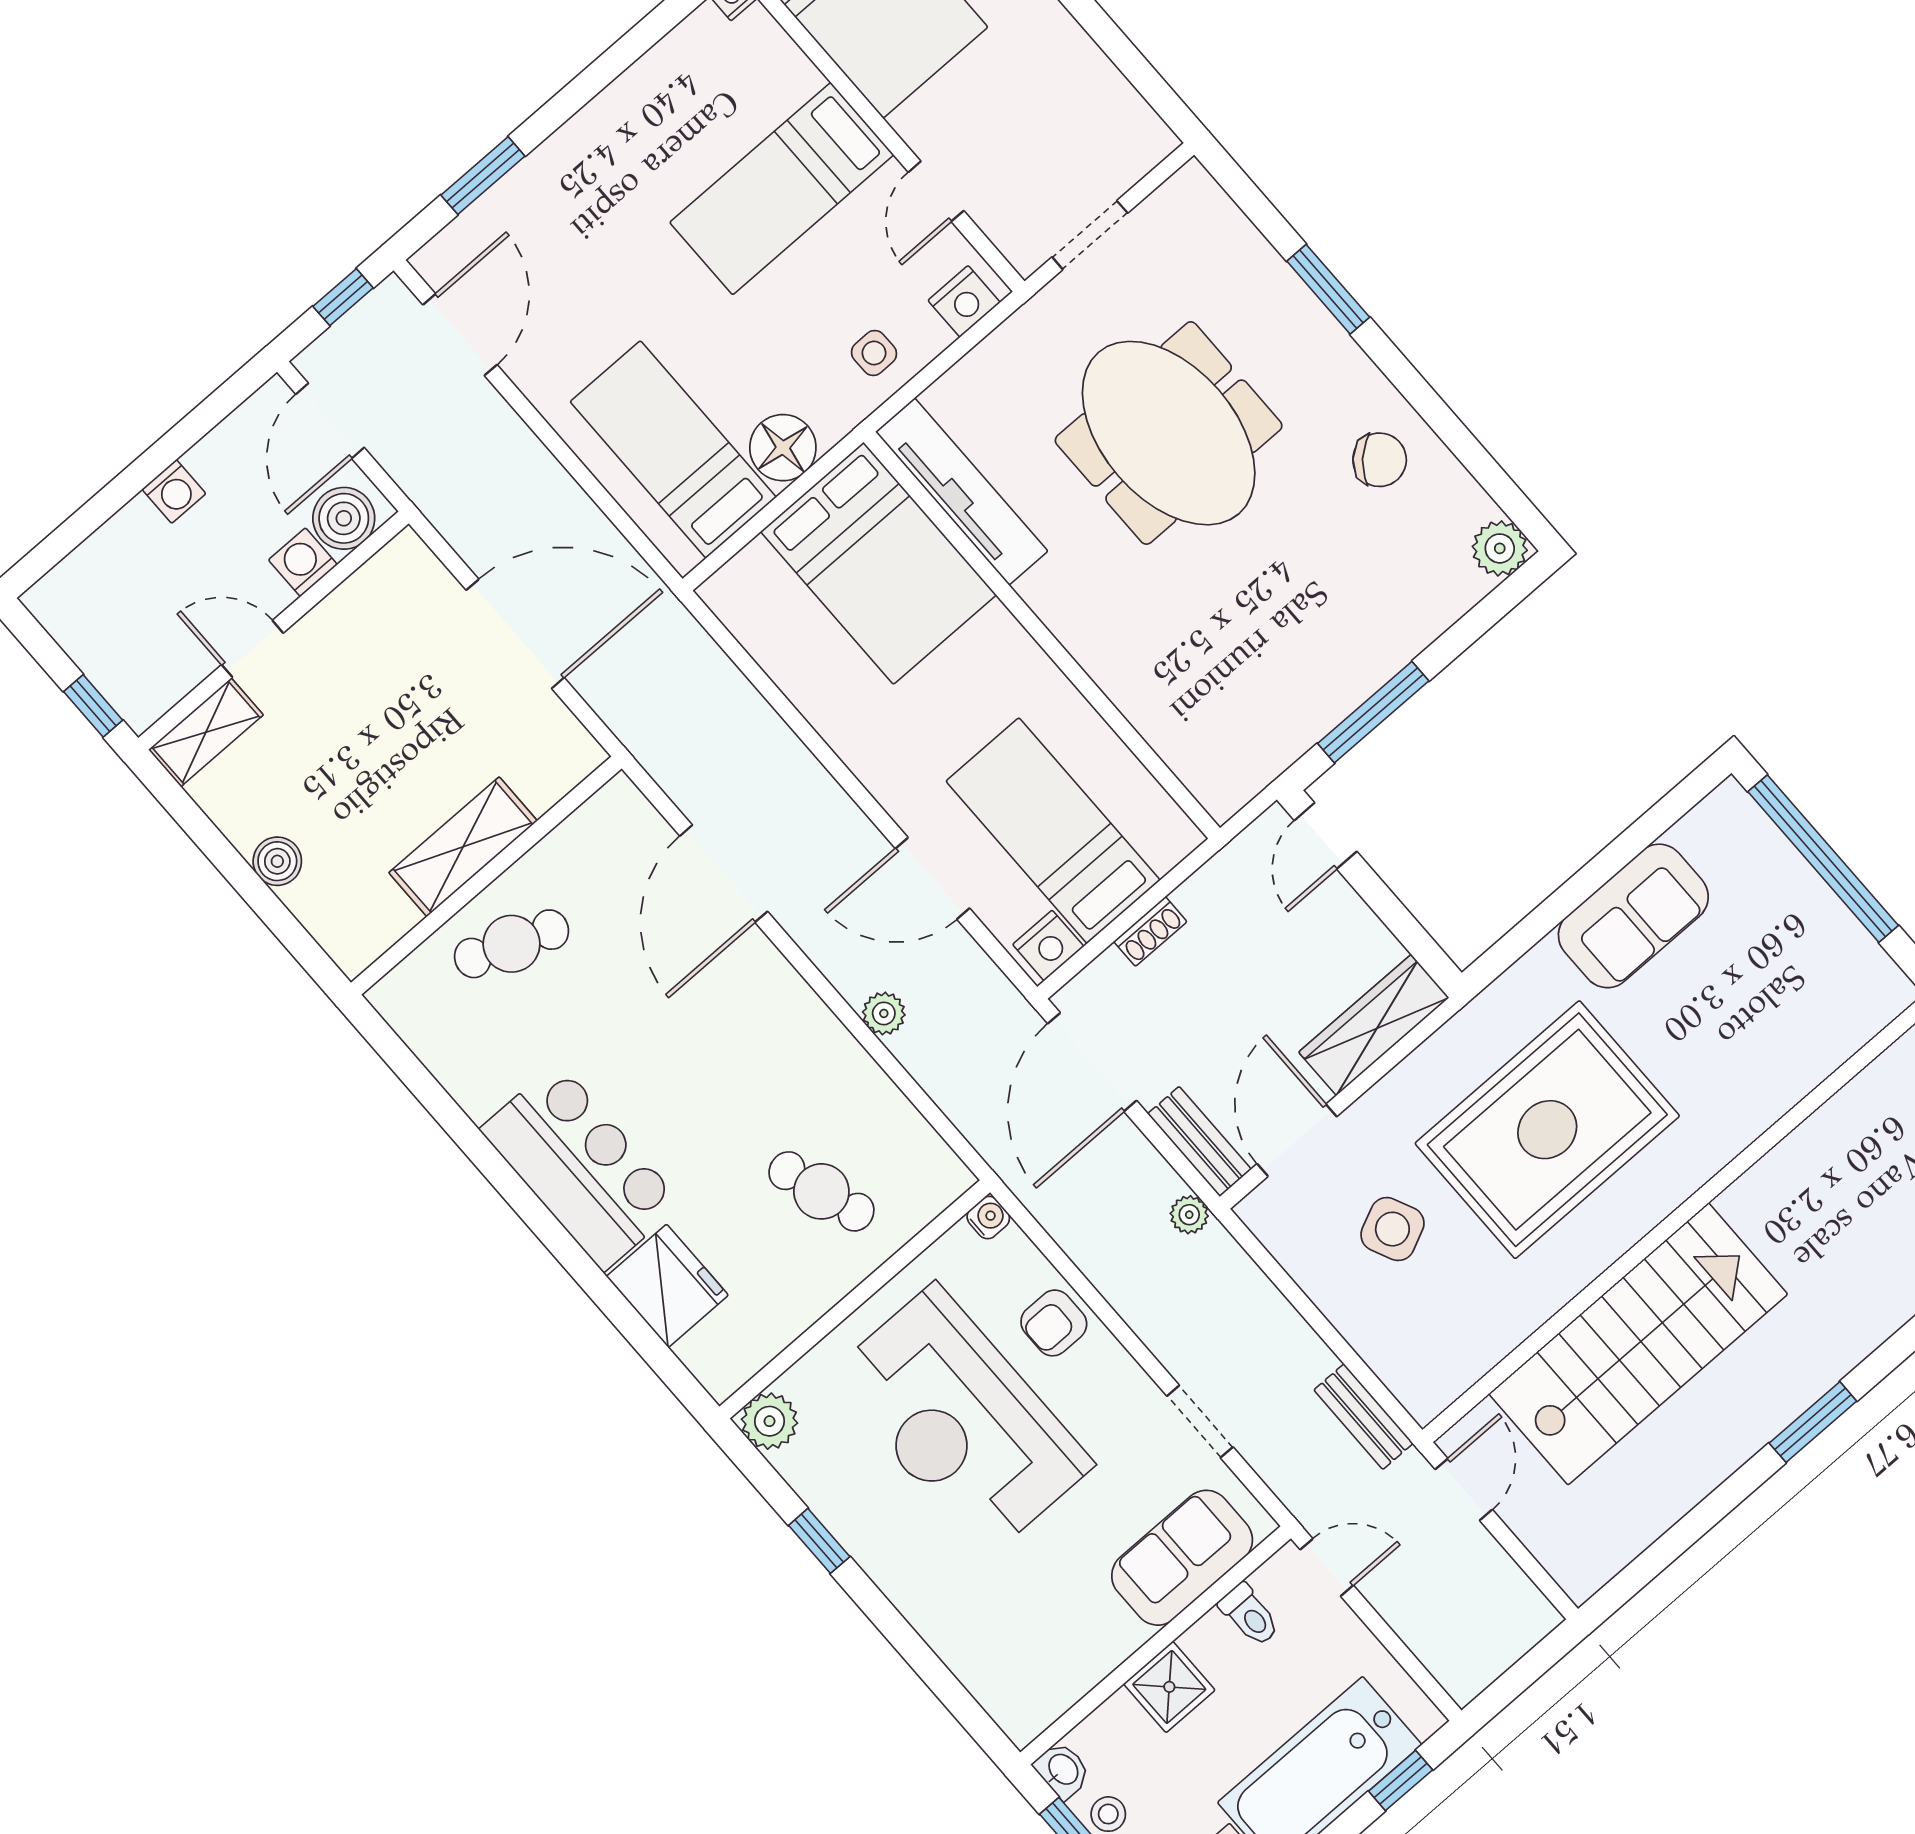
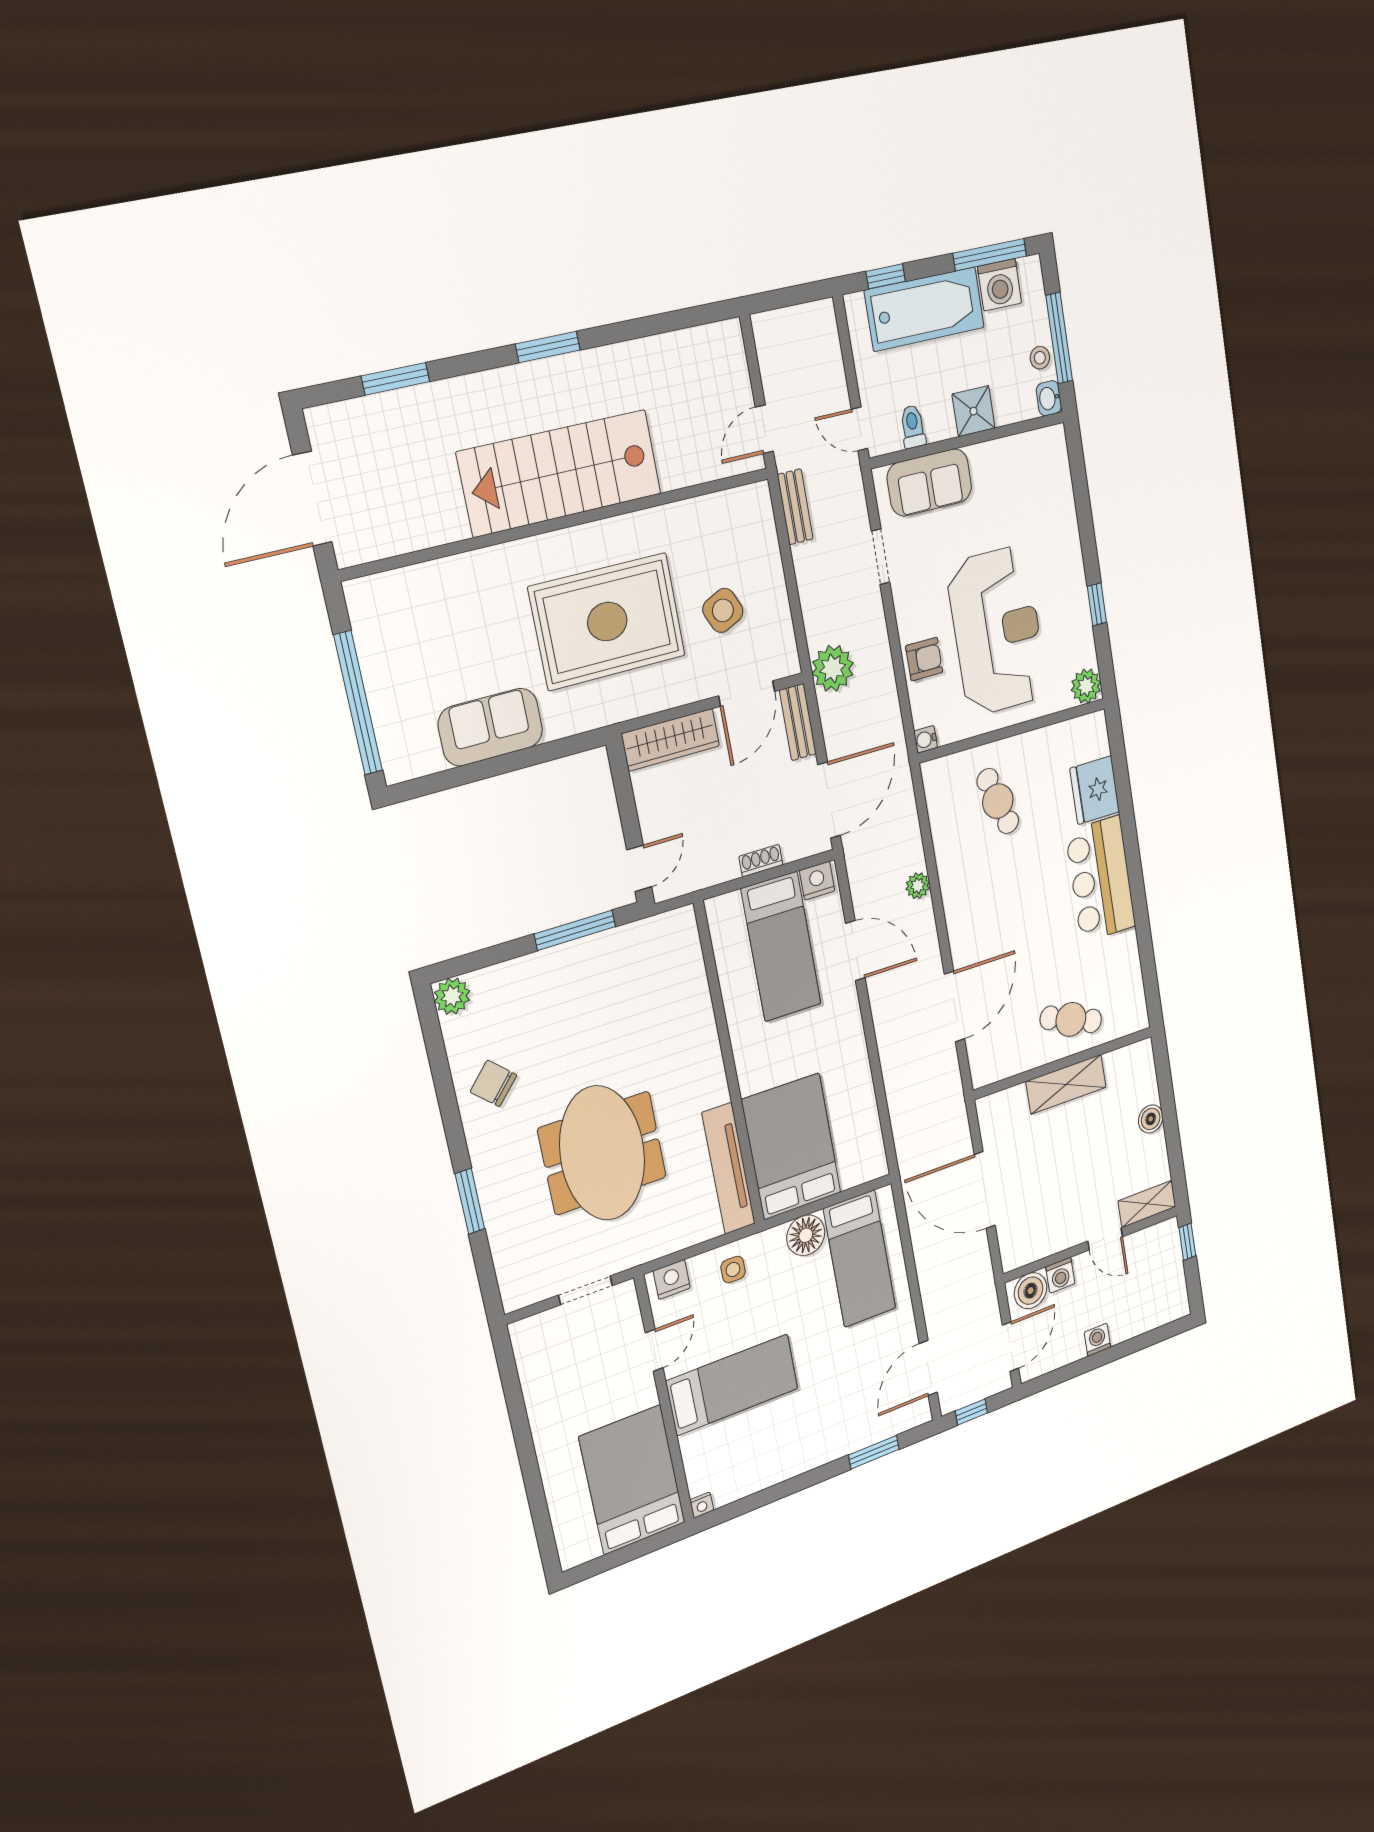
plant: (1189, 1215) -> (833, 668), width x1.88, depth x1.88
stairs: (1638, 1344) -> (560, 473), moved

